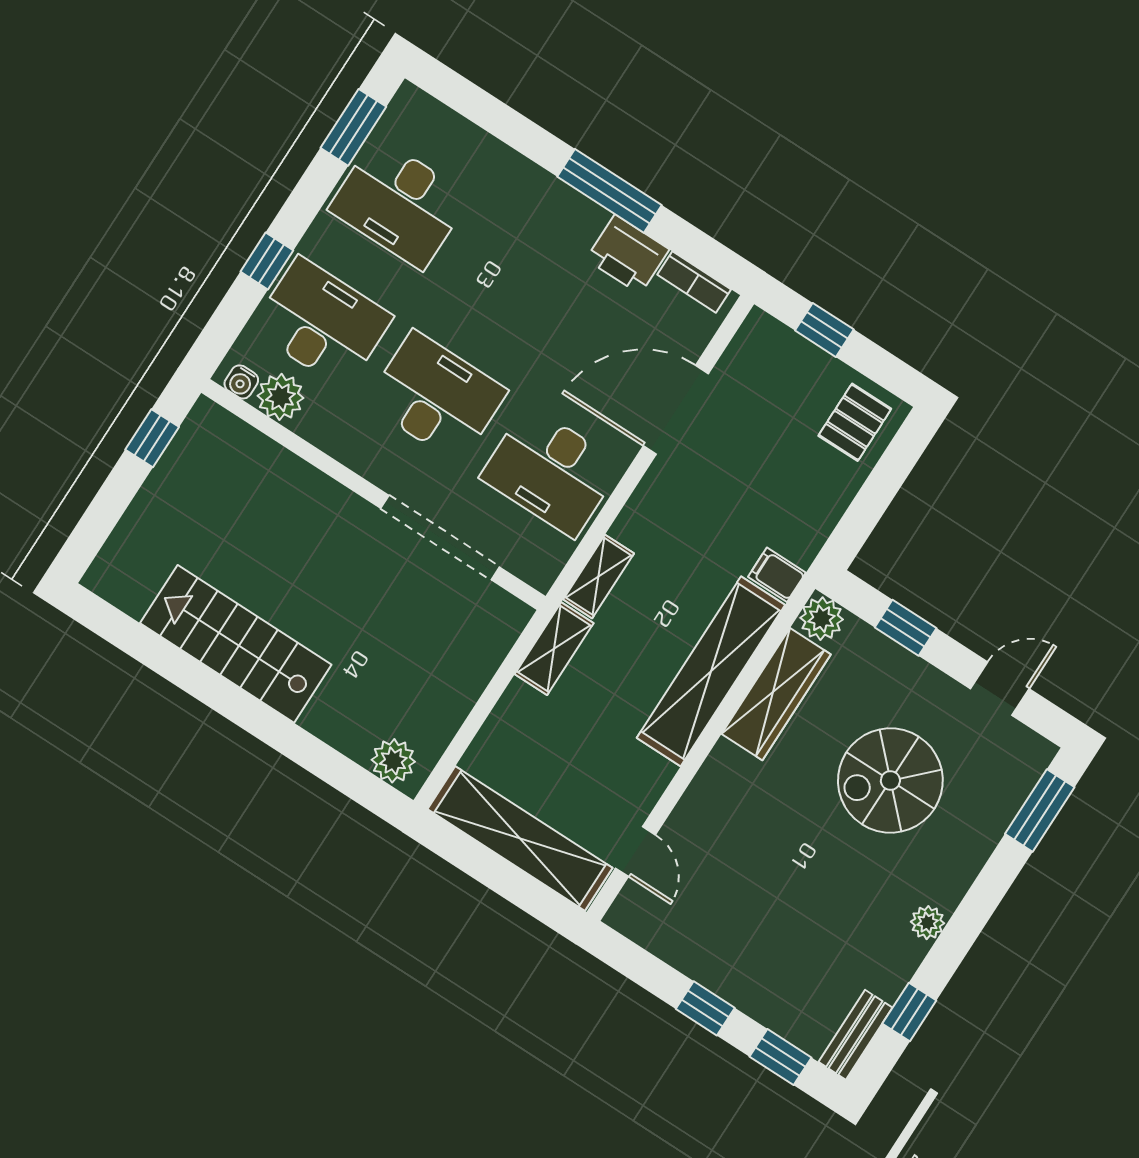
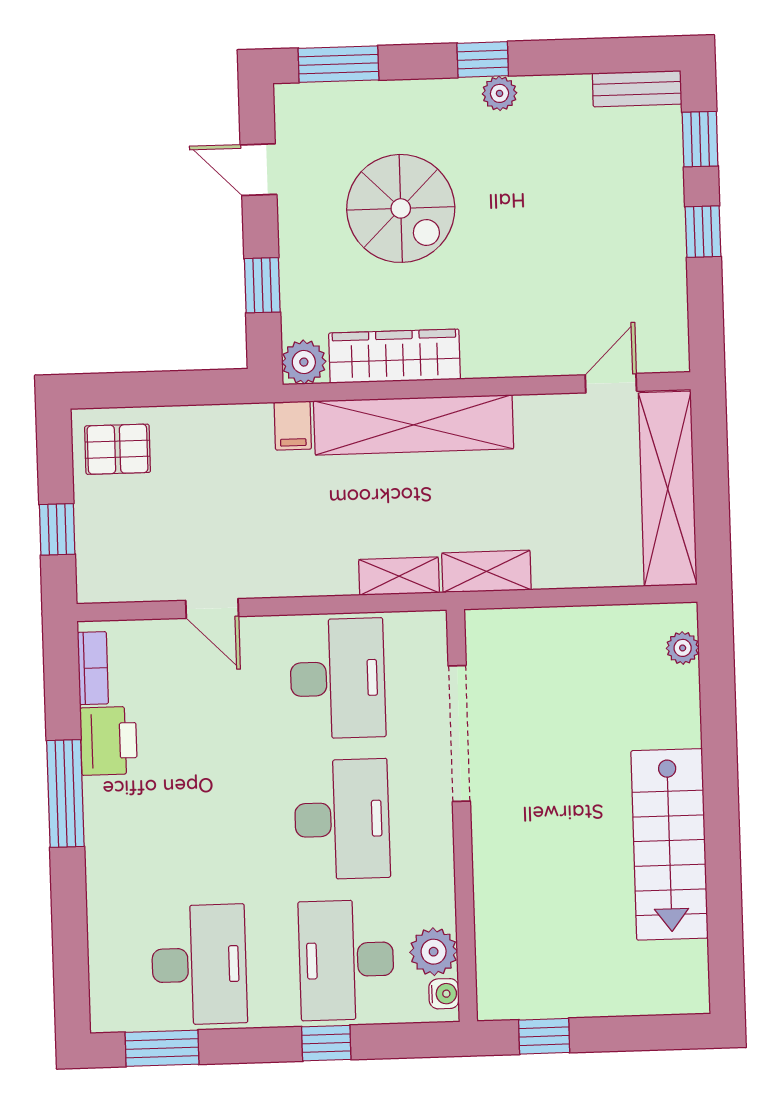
desk: (436, 397) -> (342, 819), turned 180
door: (676, 410) -> (212, 608), width x0.53
plant: (393, 761) -> (683, 648), width x0.73, depth x0.73
window: (909, 1012) -> (483, 60), moved

